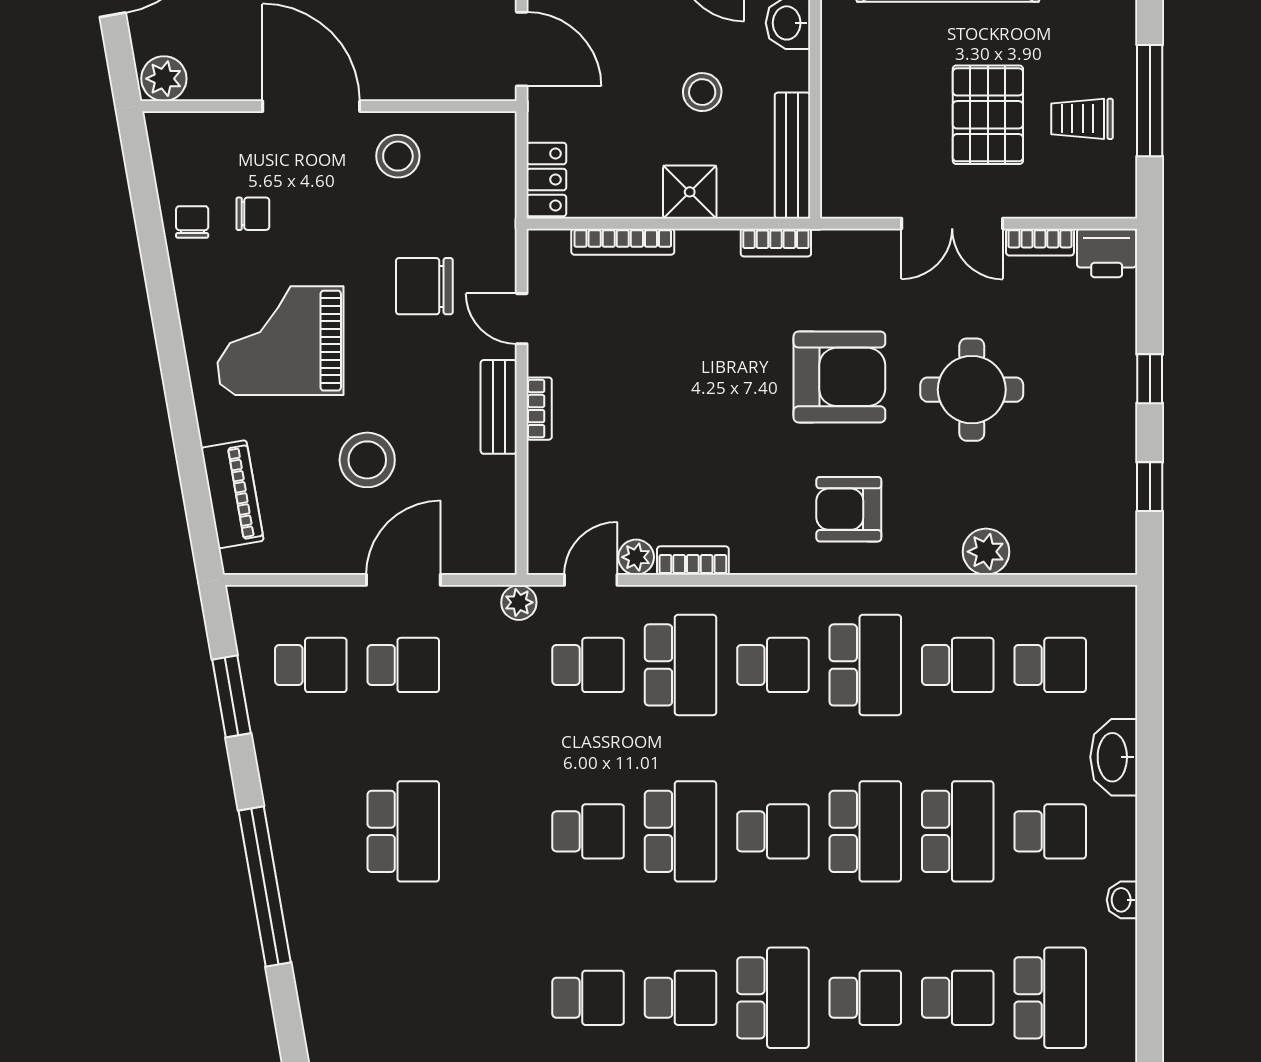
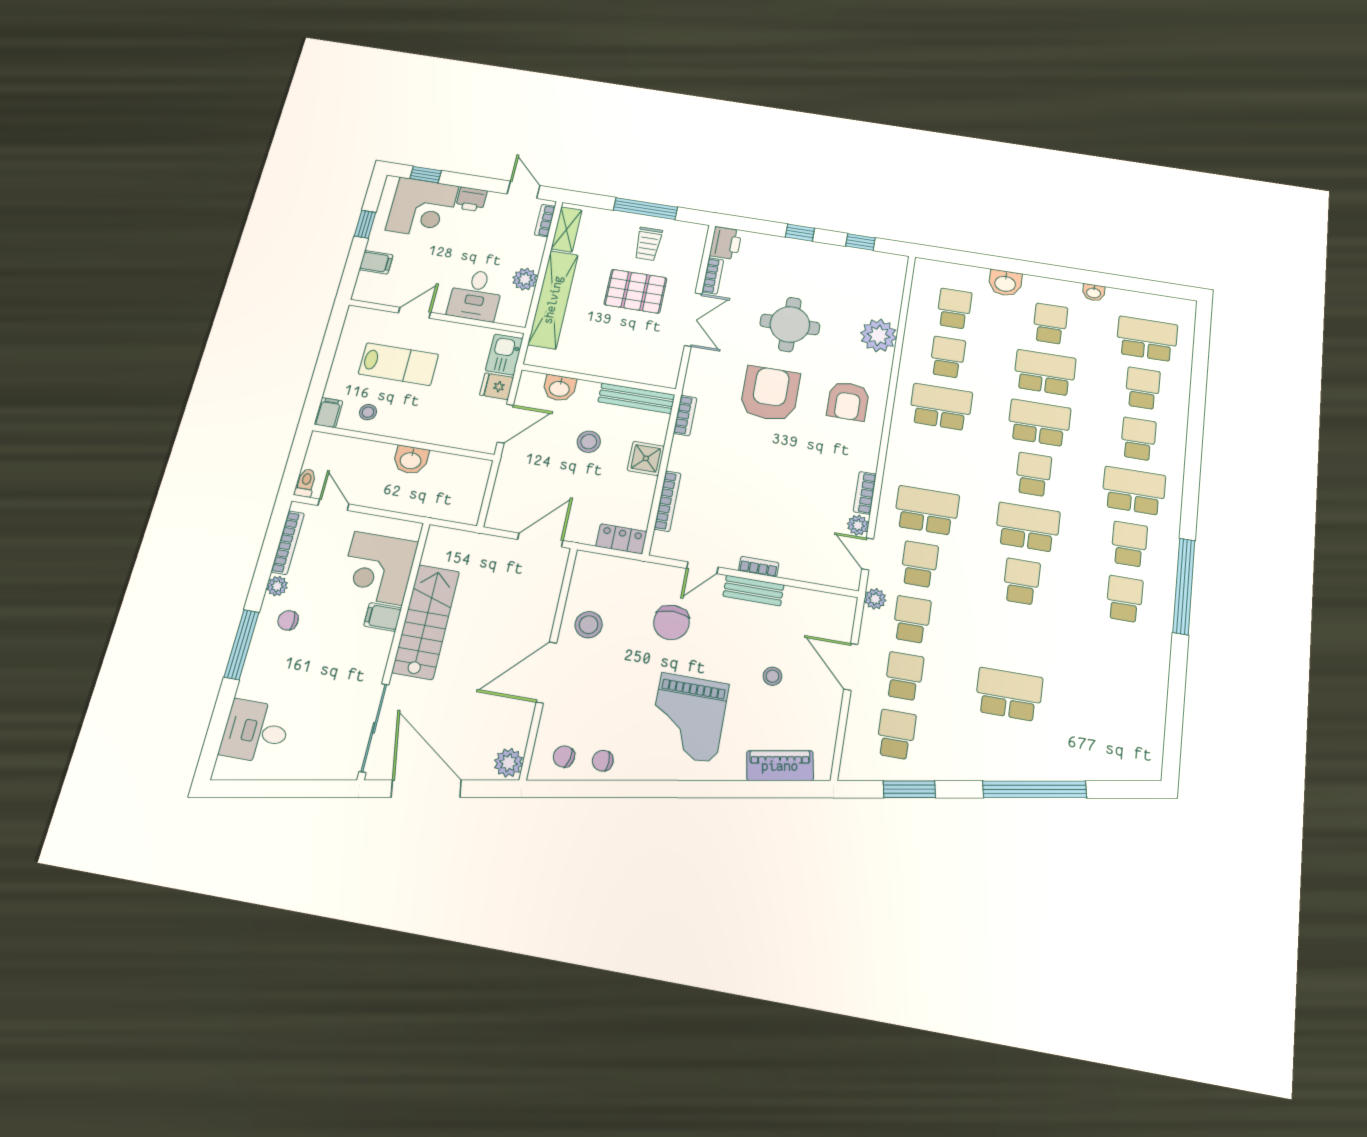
chair: (253, 214) -> (564, 757), moved, turned -77
stool: (367, 460) -> (772, 676), width x0.53, depth x0.53
plant: (986, 552) -> (879, 335), width x1.36, depth x1.36
school desk: (773, 665) -> (912, 619), moved
washbasin: (1114, 757) -> (1005, 283), width x0.72

